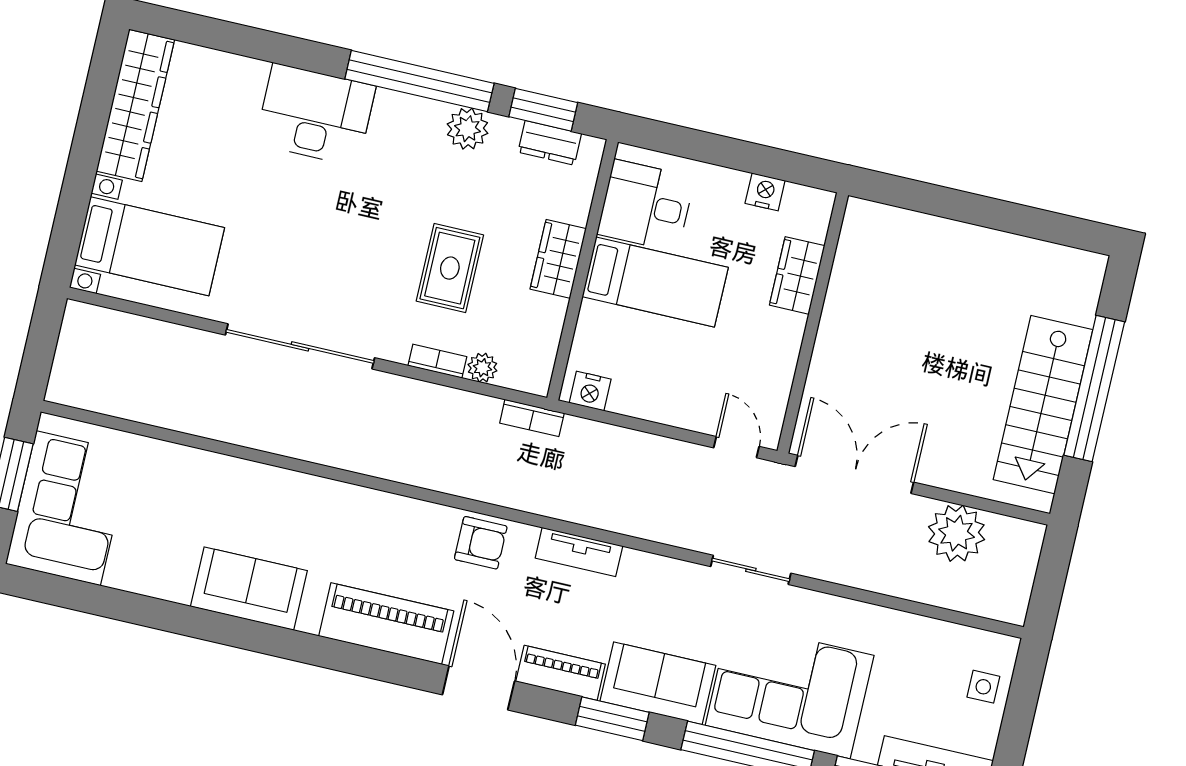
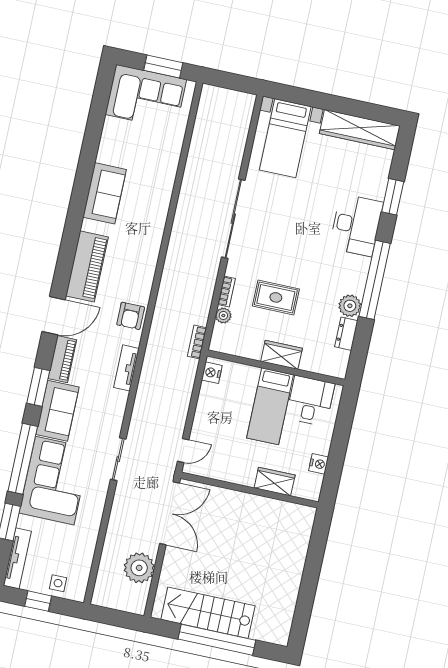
window: (543, 110) -> (393, 197), moved
dresser: (550, 143) -> (346, 334), moved
window: (1017, 725) -> (38, 601), added

